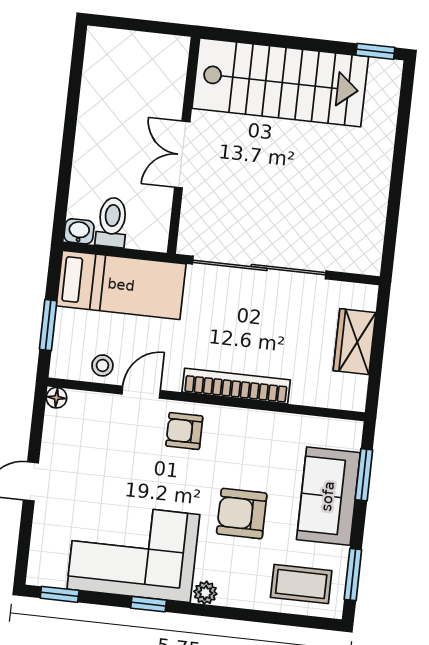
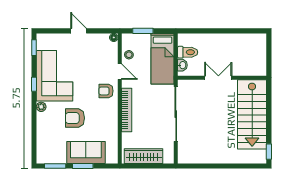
washbasin: (79, 231) -> (182, 65), moved
wardrobe: (354, 342) -> (144, 156), width x1.50
armchair: (184, 431) -> (106, 91), turned -90
window: (364, 475) -> (83, 166), moved
armchair: (242, 514) -> (75, 118), turned -90
coffee table: (301, 584) -> (49, 145), removed

